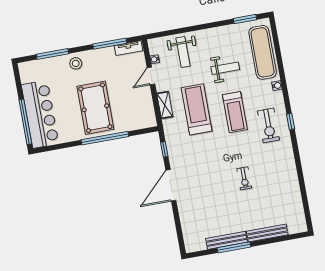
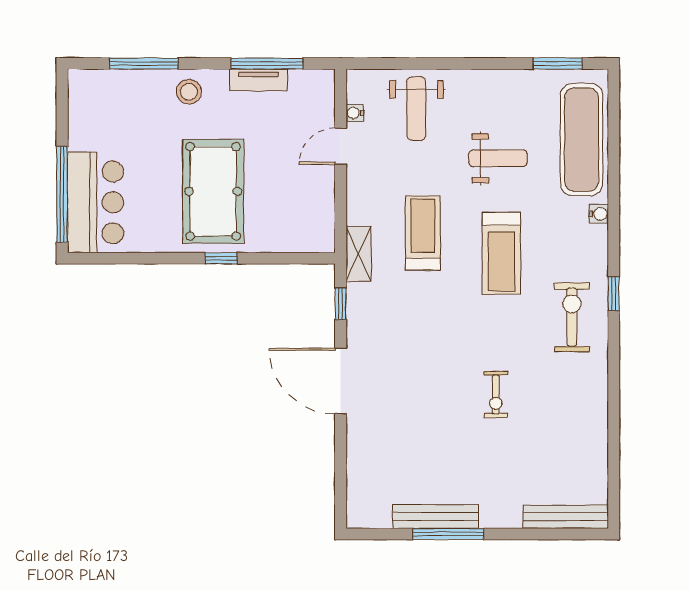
tv unit: (129, 48) -> (258, 80), moved
shelving: (165, 105) -> (358, 254), moved
treadmill: (197, 109) -> (423, 233), width x0.73, depth x0.73
bar counter: (40, 114) -> (96, 202), width x0.73
exercise bike: (268, 125) -> (572, 317), moved, turned 180
window: (105, 138) -> (221, 258), width x0.32
door: (171, 185) -> (341, 381), hinge flipped
bench: (267, 233) -> (566, 517), moved

